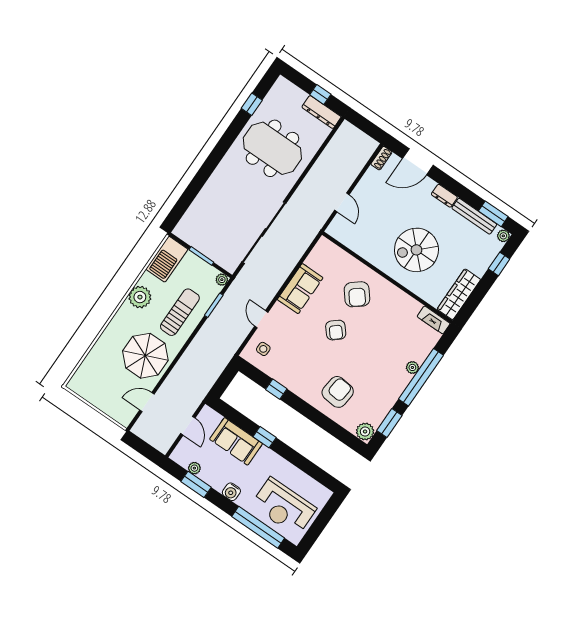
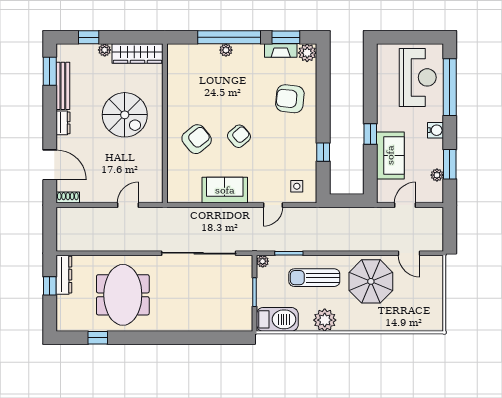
plant: (503, 236) -> (105, 50), moved
fireplace: (434, 320) -> (281, 51), moved, turned 90

